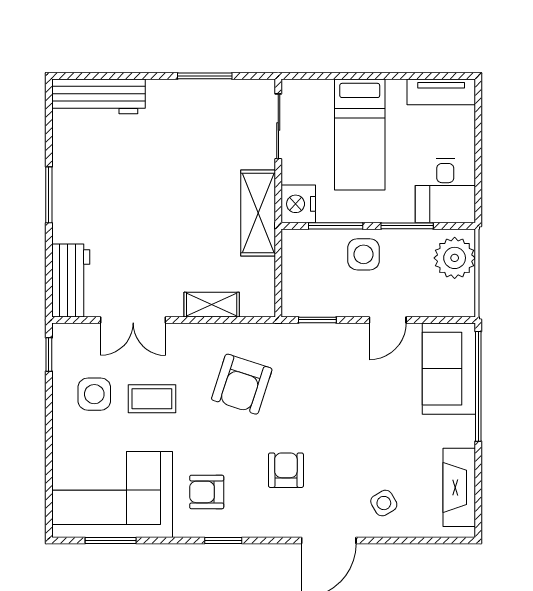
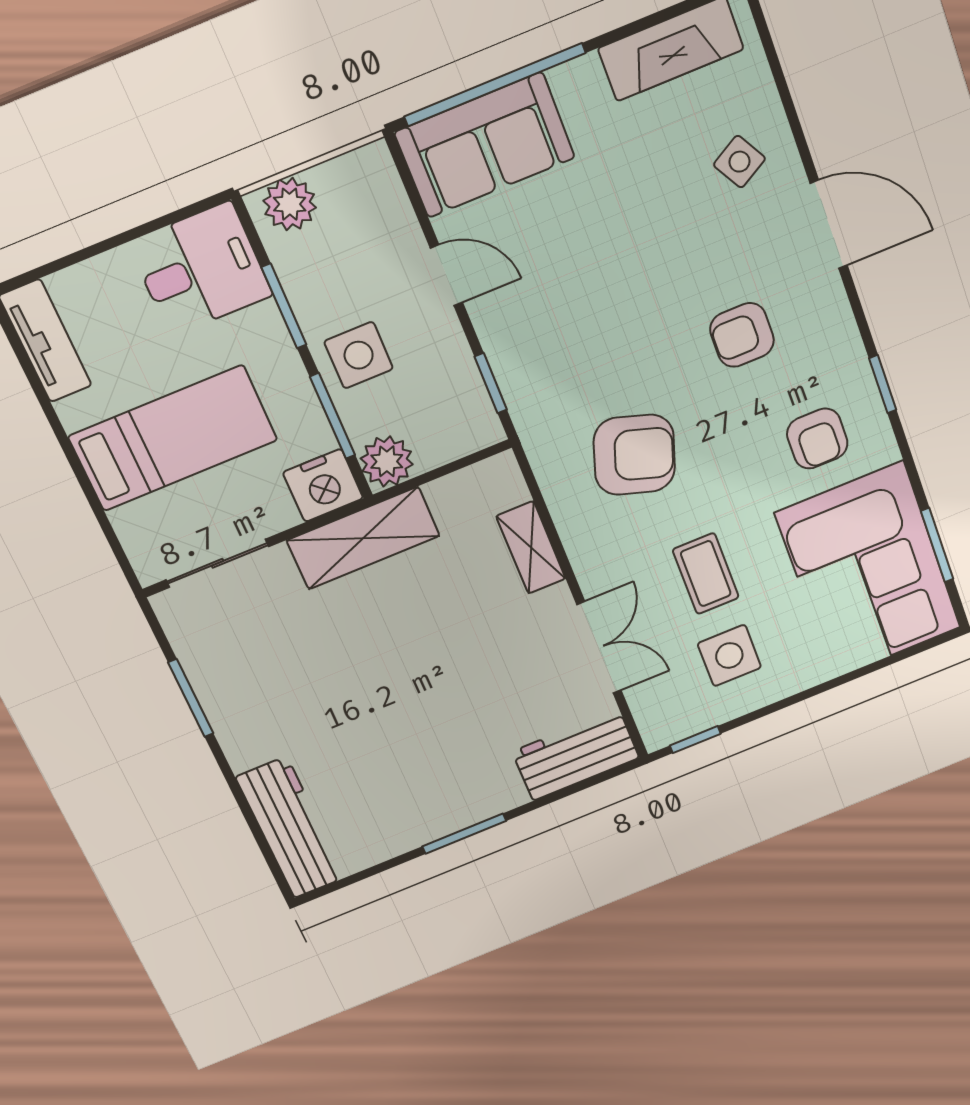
plant: (297, 245) -> (387, 461), added
plant: (455, 258) -> (290, 204), width x0.73, depth x0.73

